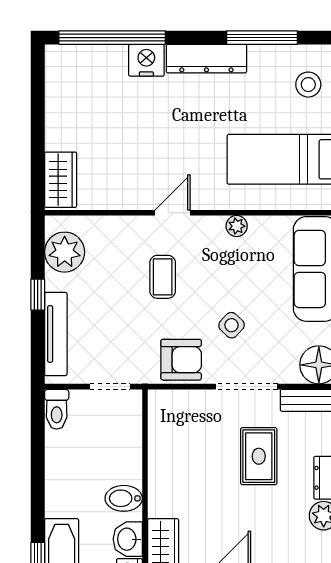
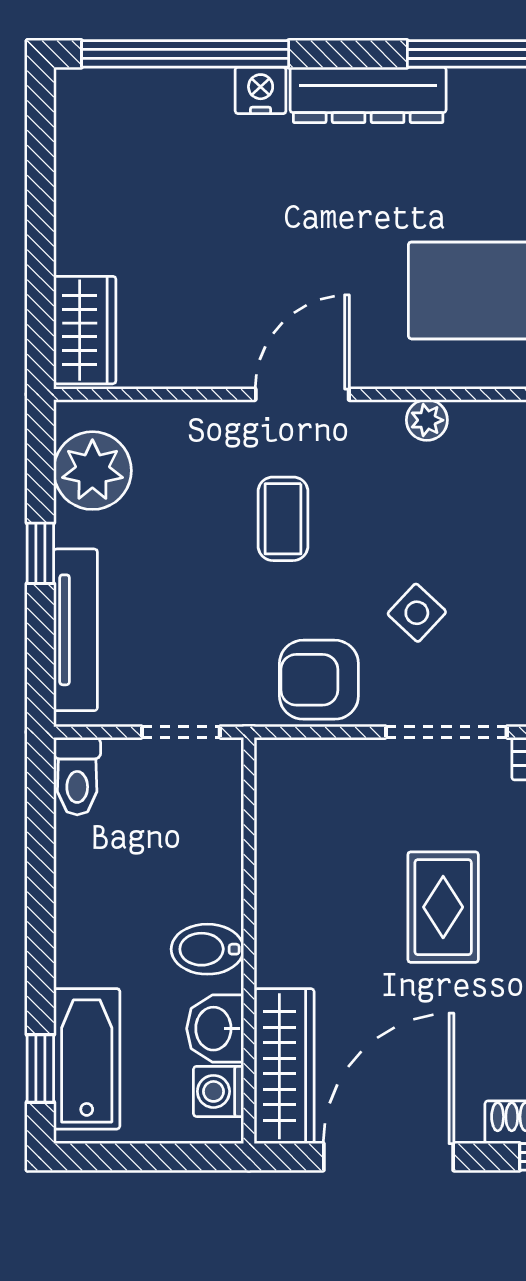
nightstand: (146, 60) -> (261, 90), width x0.74, depth x0.75
door: (172, 213) -> (302, 394), width x1.38
armchair: (181, 360) -> (319, 680), turned 180
rug: (259, 456) -> (443, 907), moved

